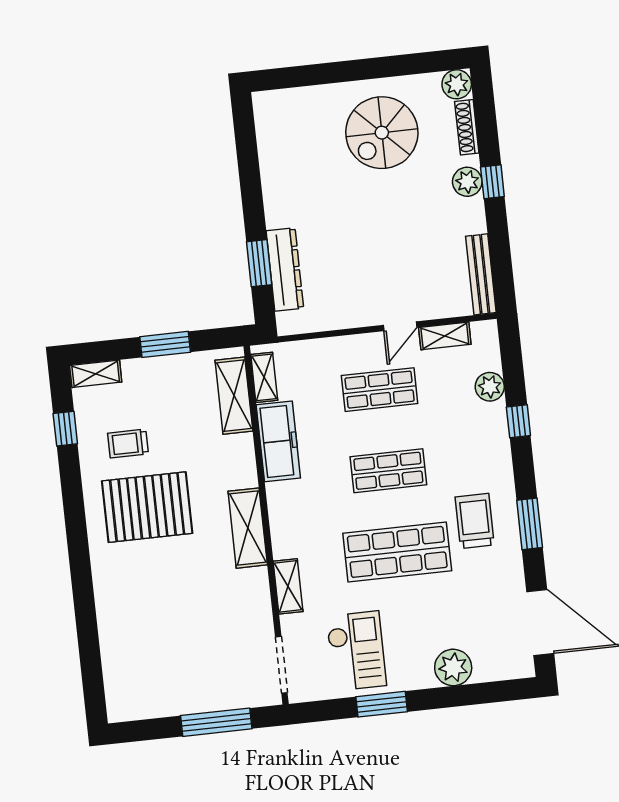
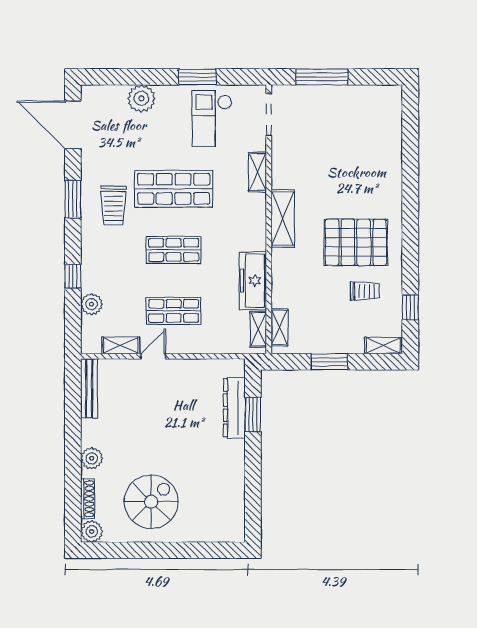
window: (492, 182) -> (73, 456), removed
shelving: (234, 396) -> (280, 327), width x0.67, depth x0.75

